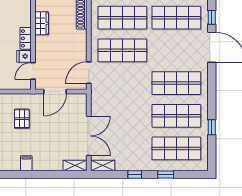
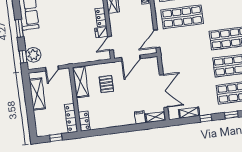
filing cabinet: (26, 163) -> (140, 117), moved
shelving: (103, 165) -> (189, 113), moved

